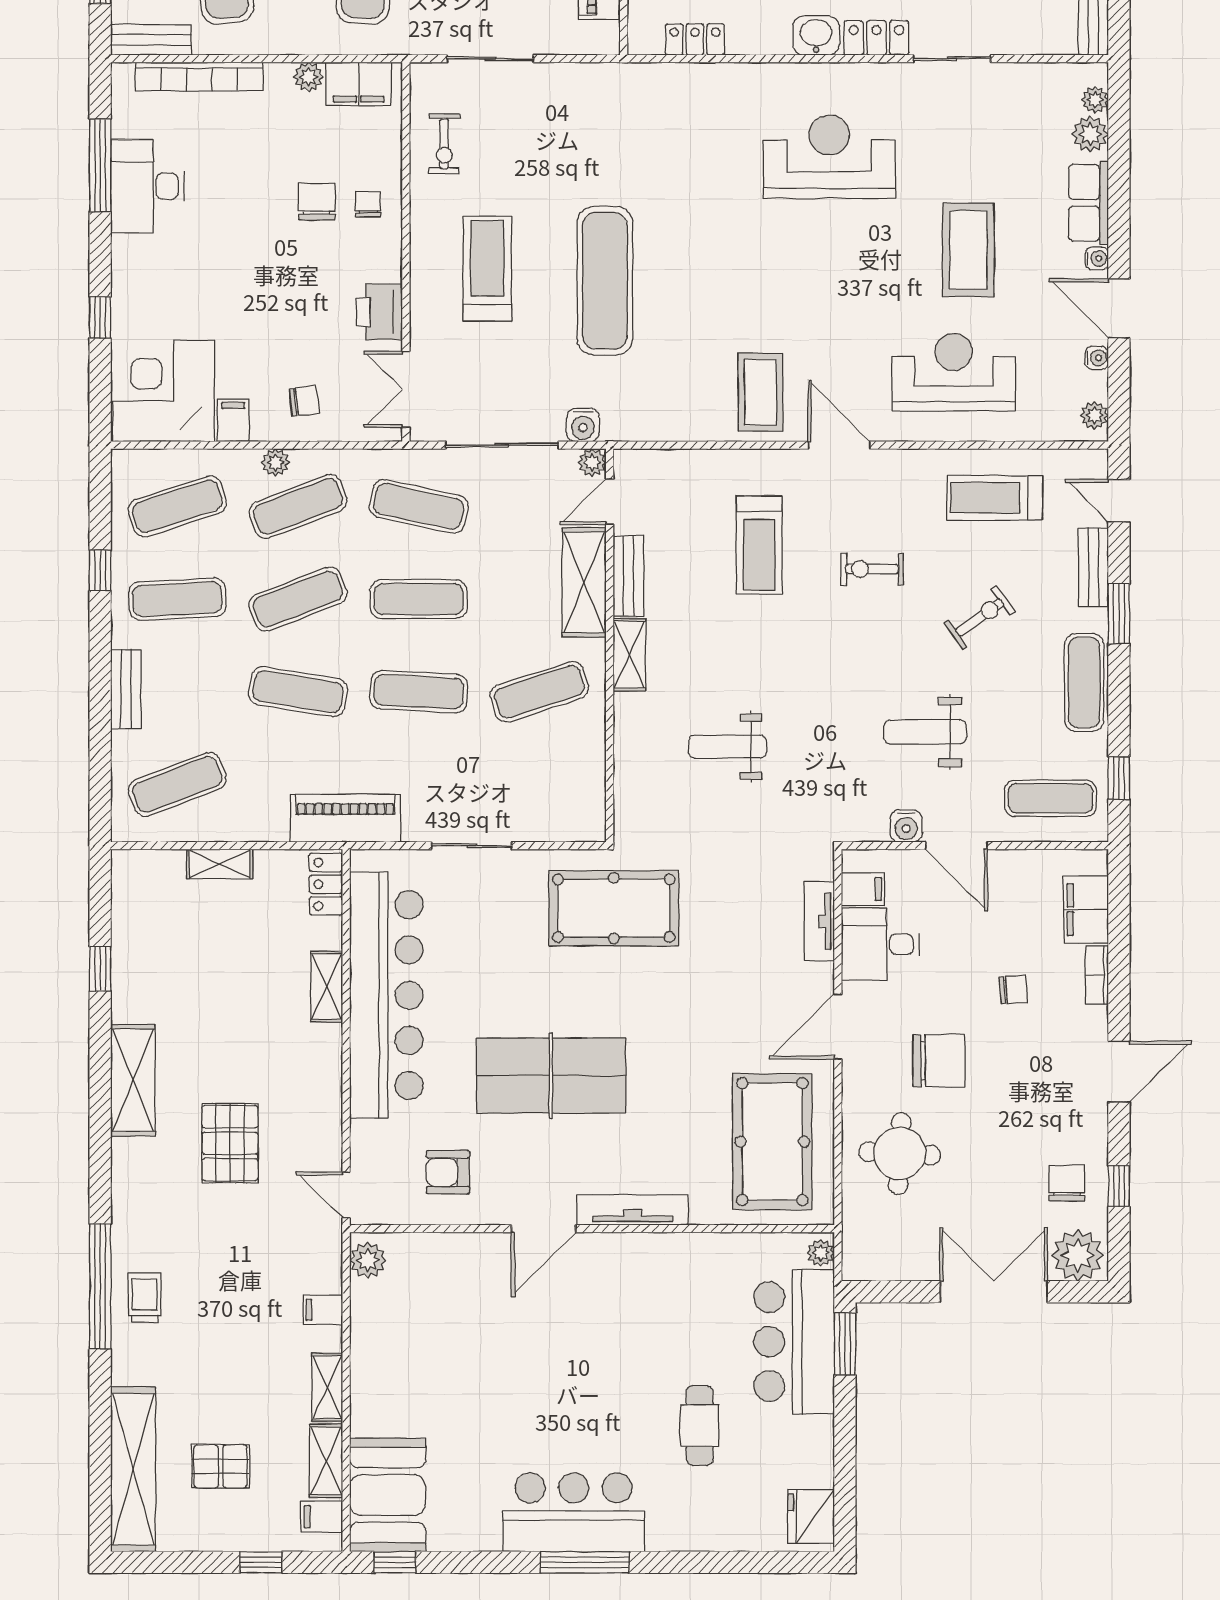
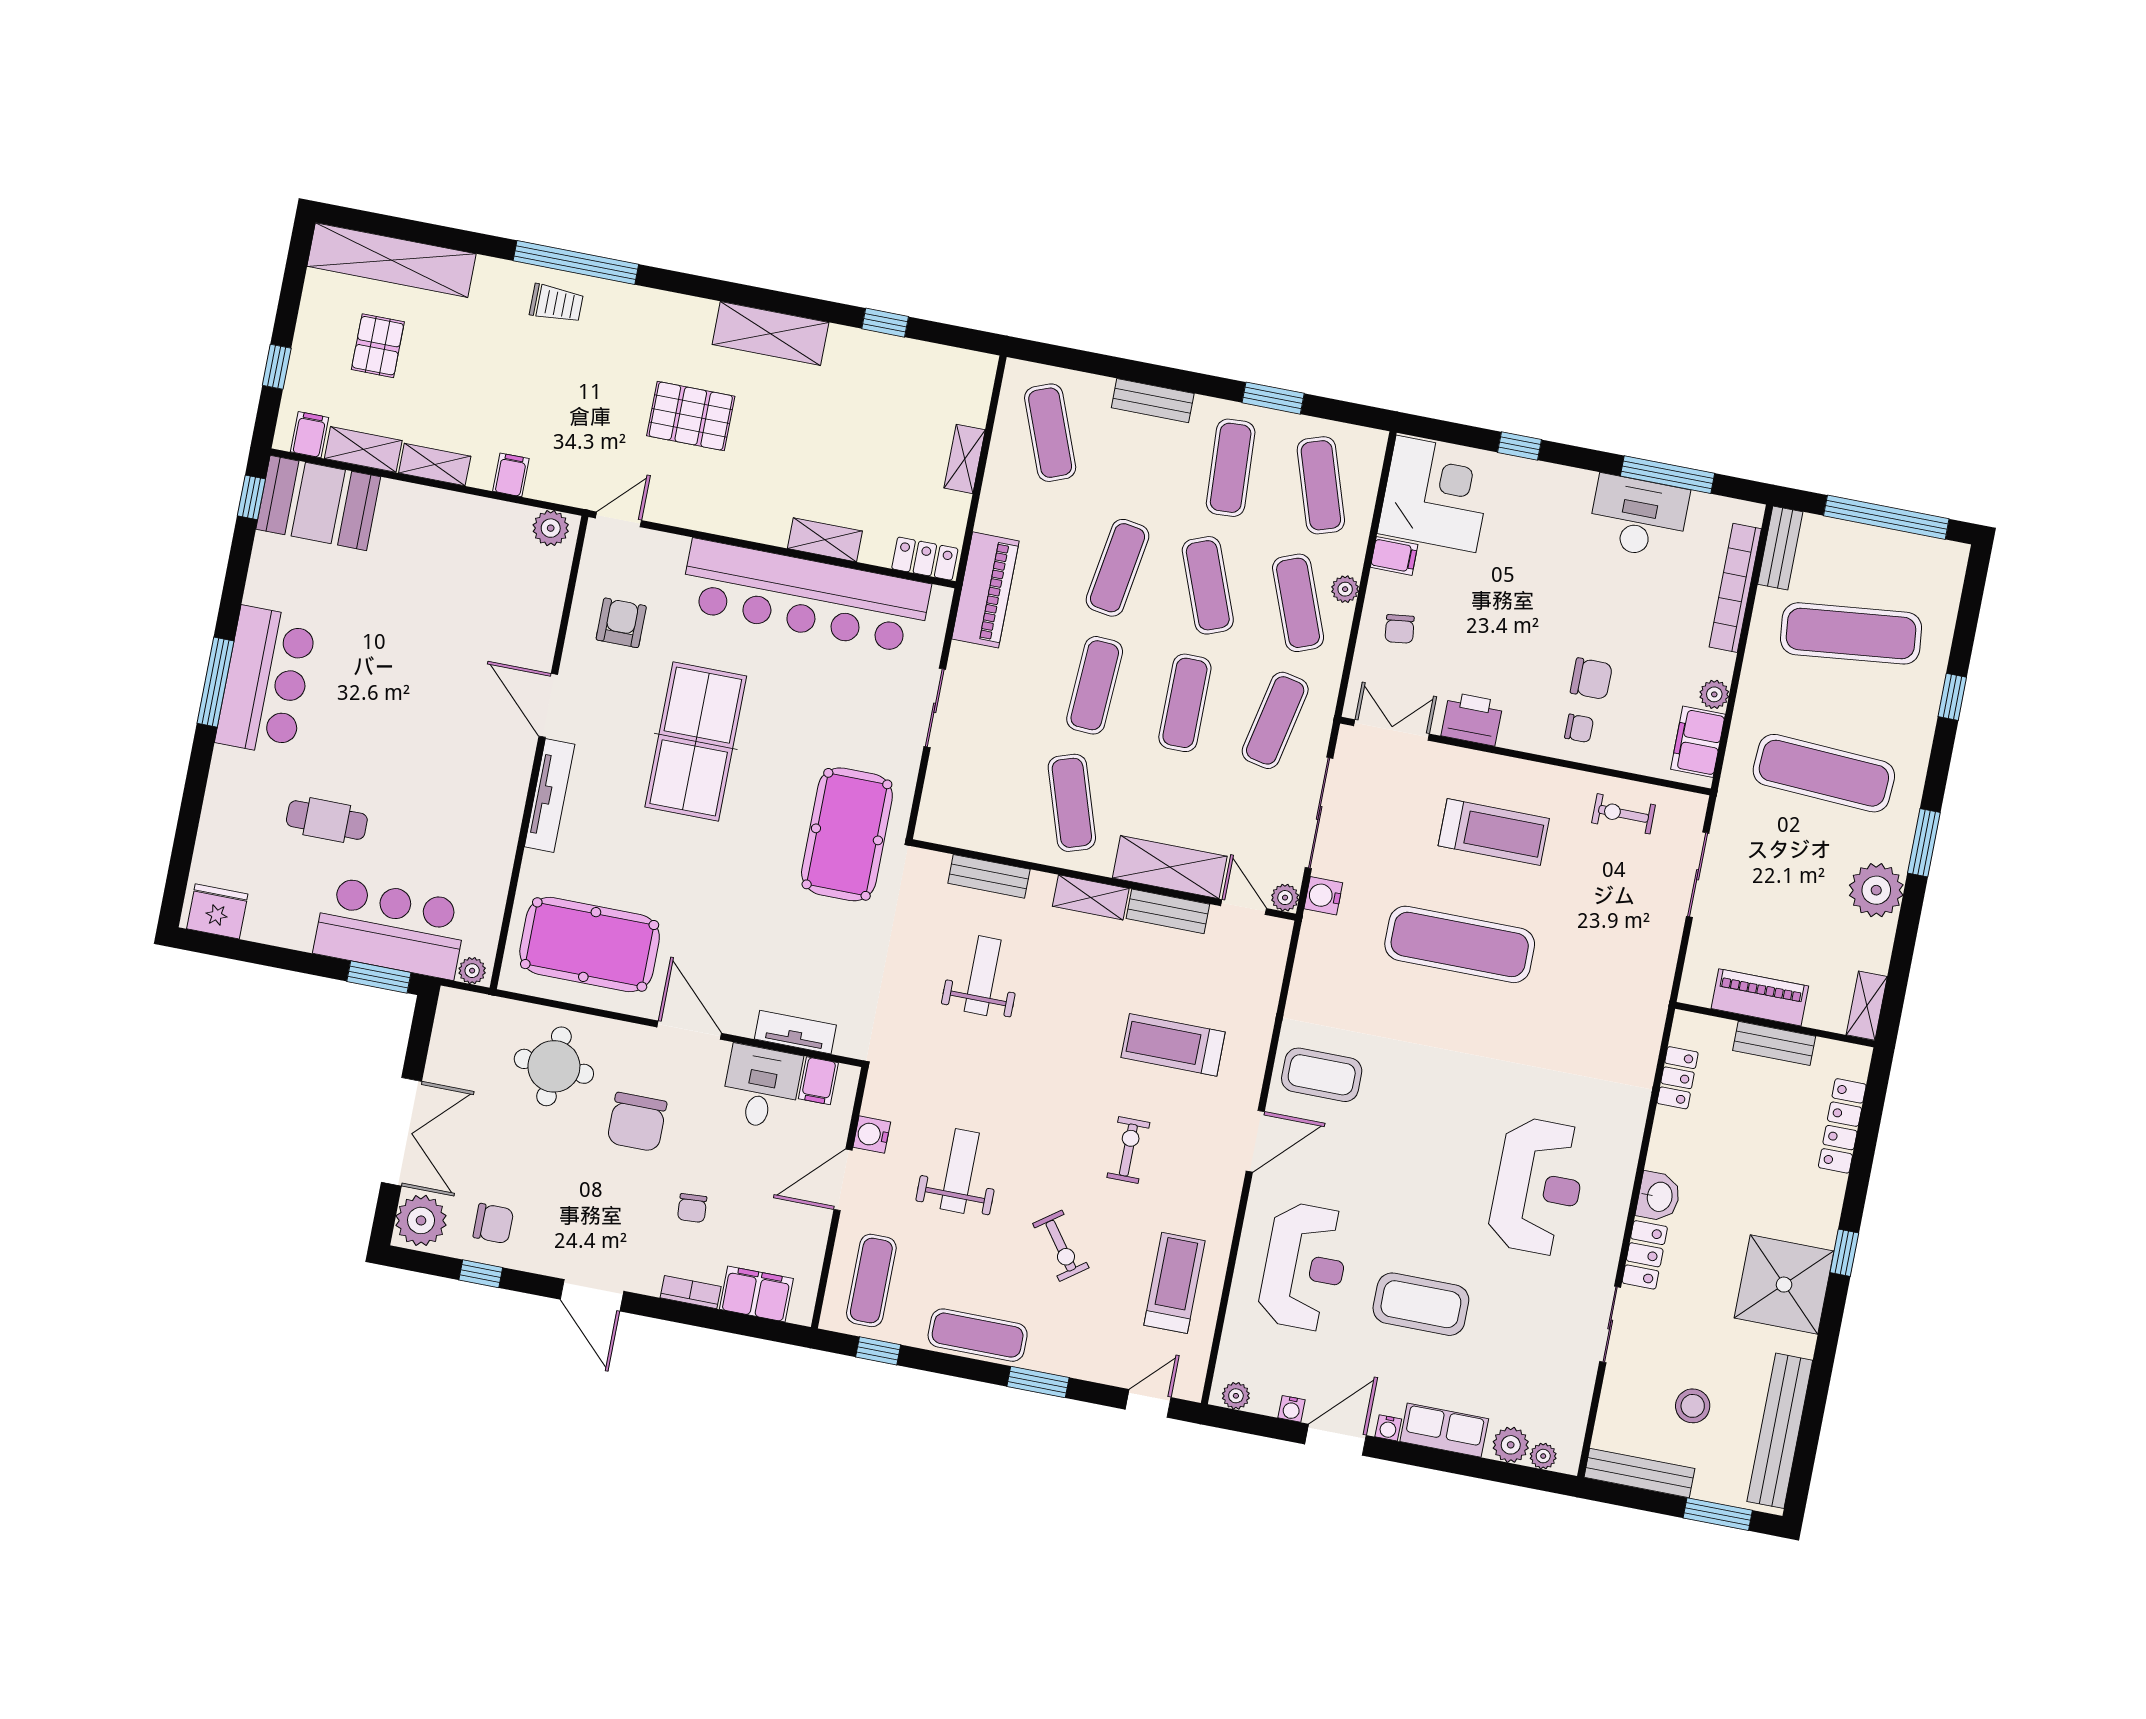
bench: (1093, 567) -> (989, 876), moved
window: (100, 570) -> (1273, 398), width x1.50

